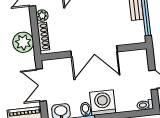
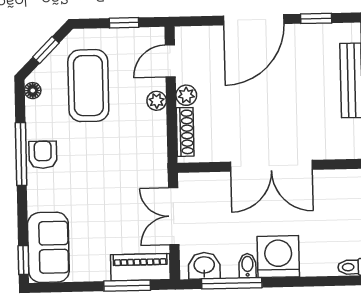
plant: (23, 42) -> (157, 101), moved, width x0.53, depth x0.53

